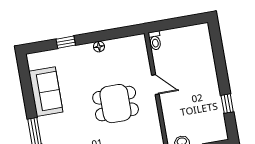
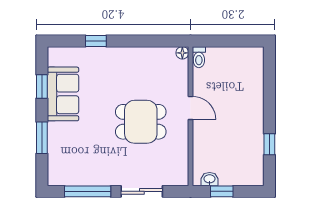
floor lamp: (99, 47) -> (182, 53), moved
window: (27, 88) -> (42, 87), added

